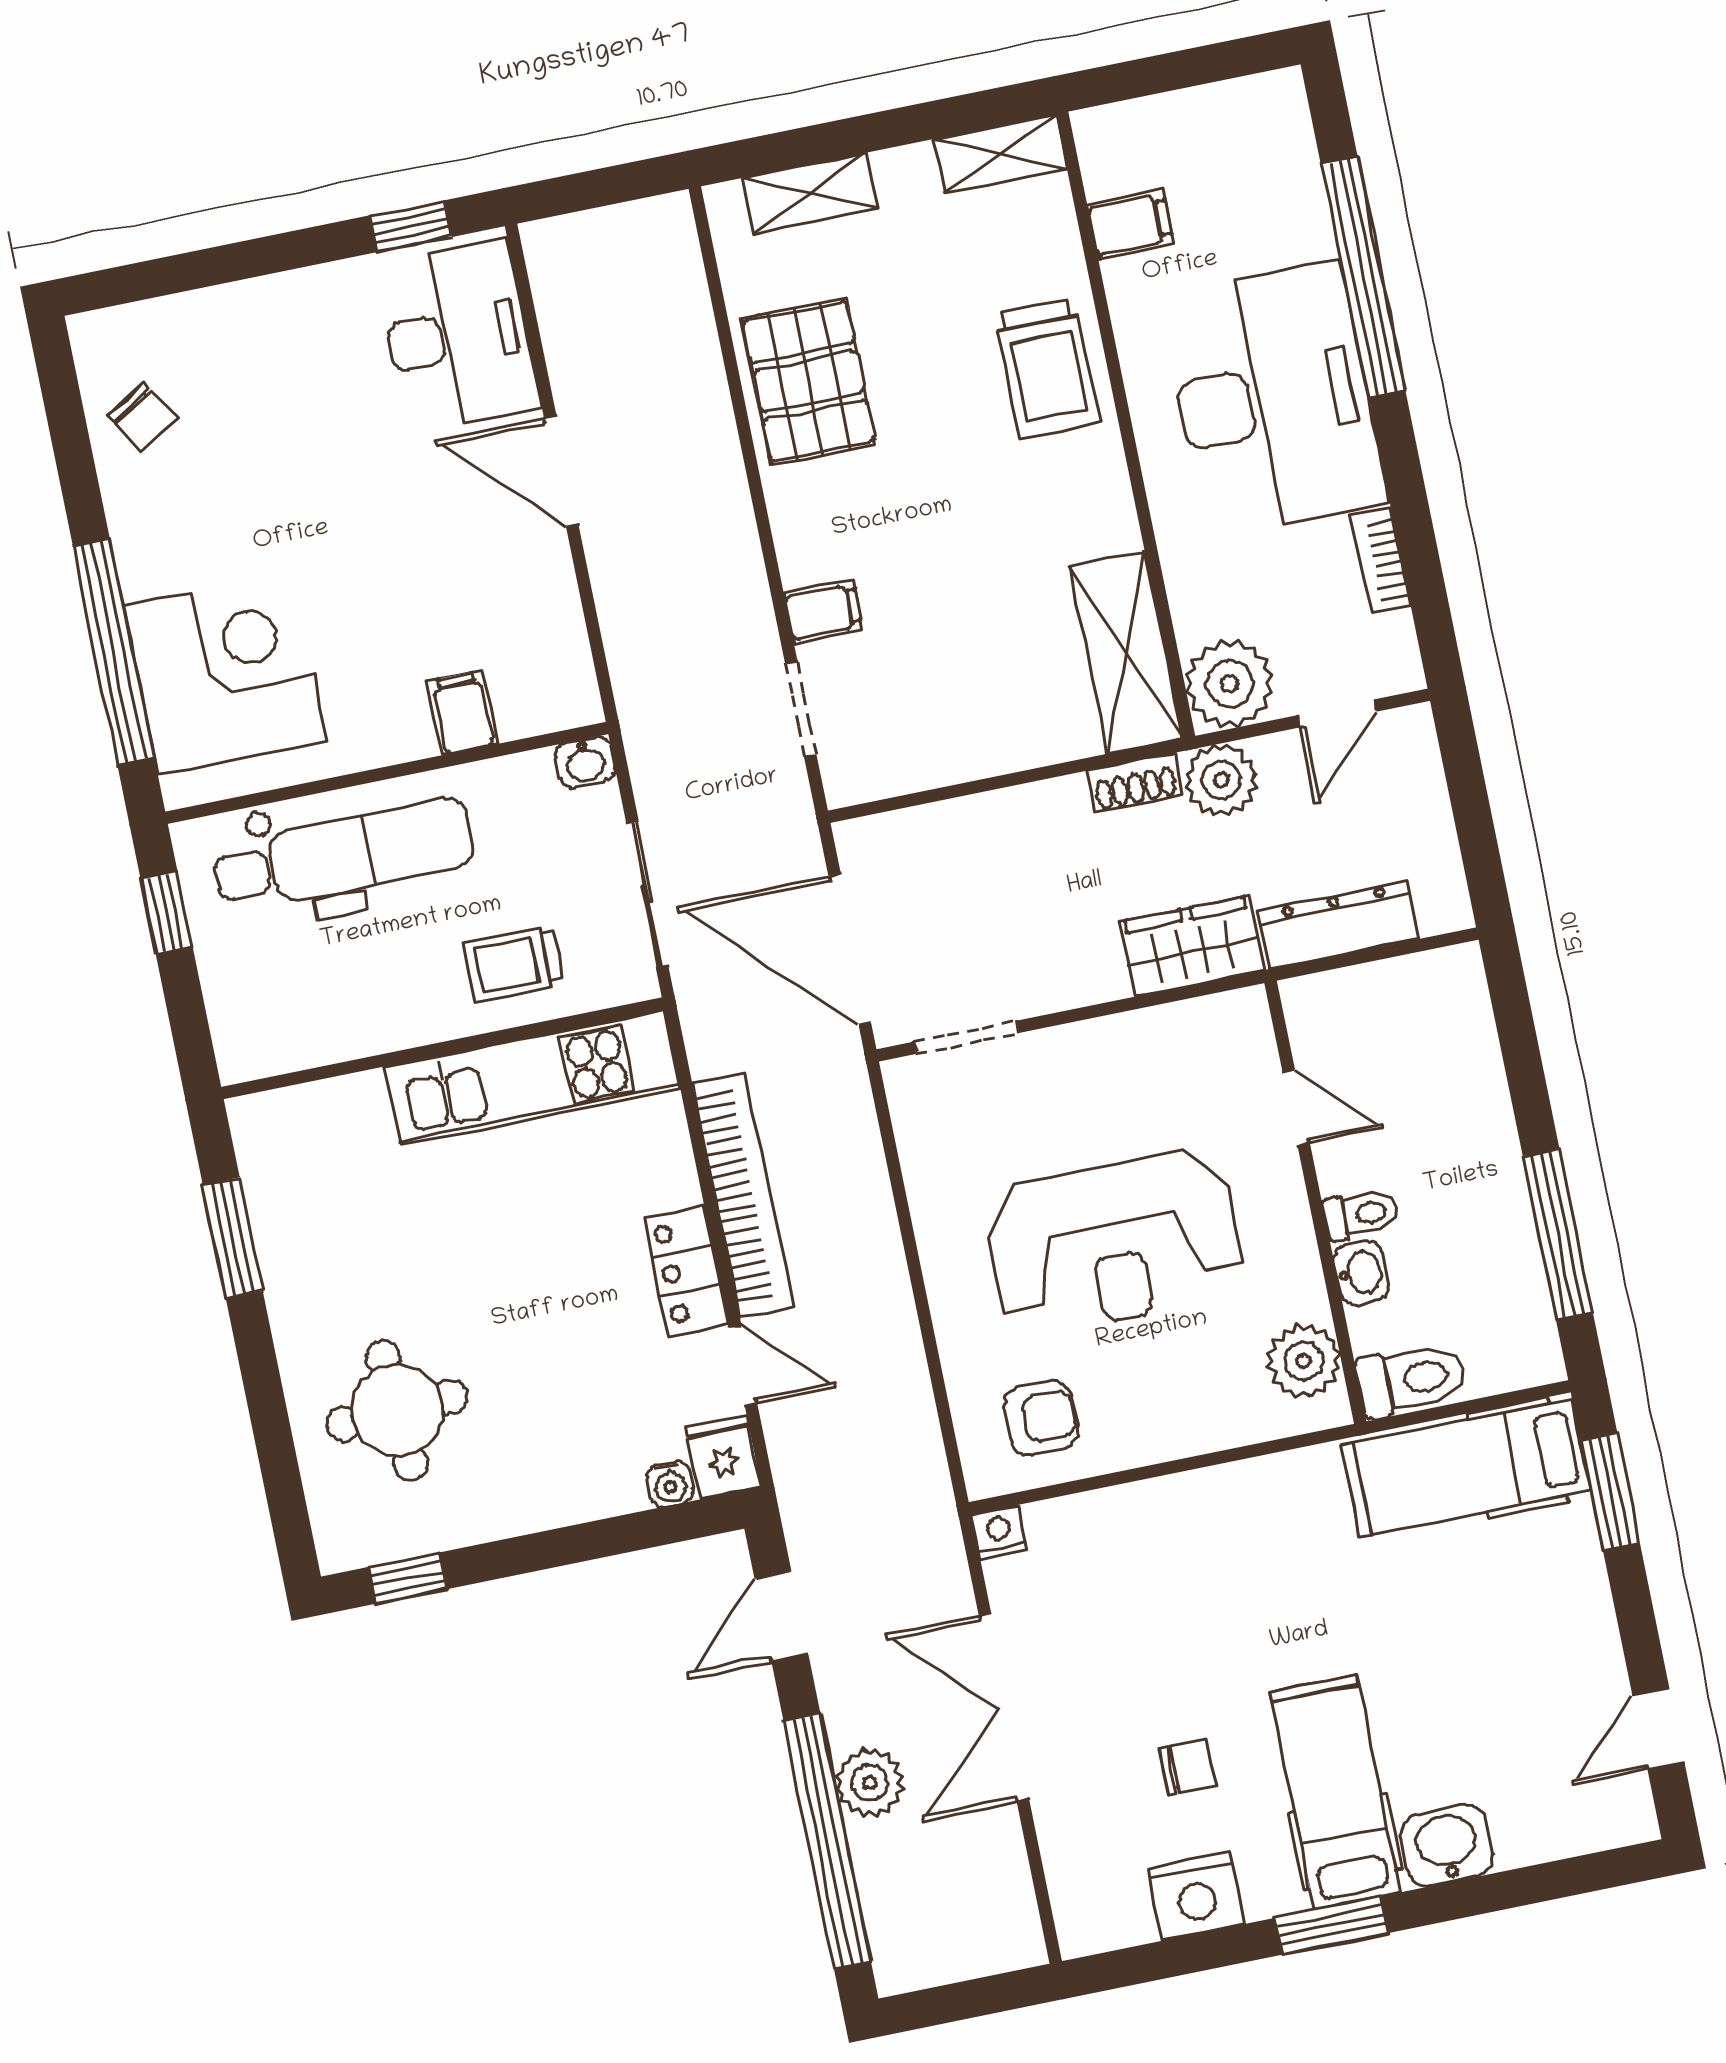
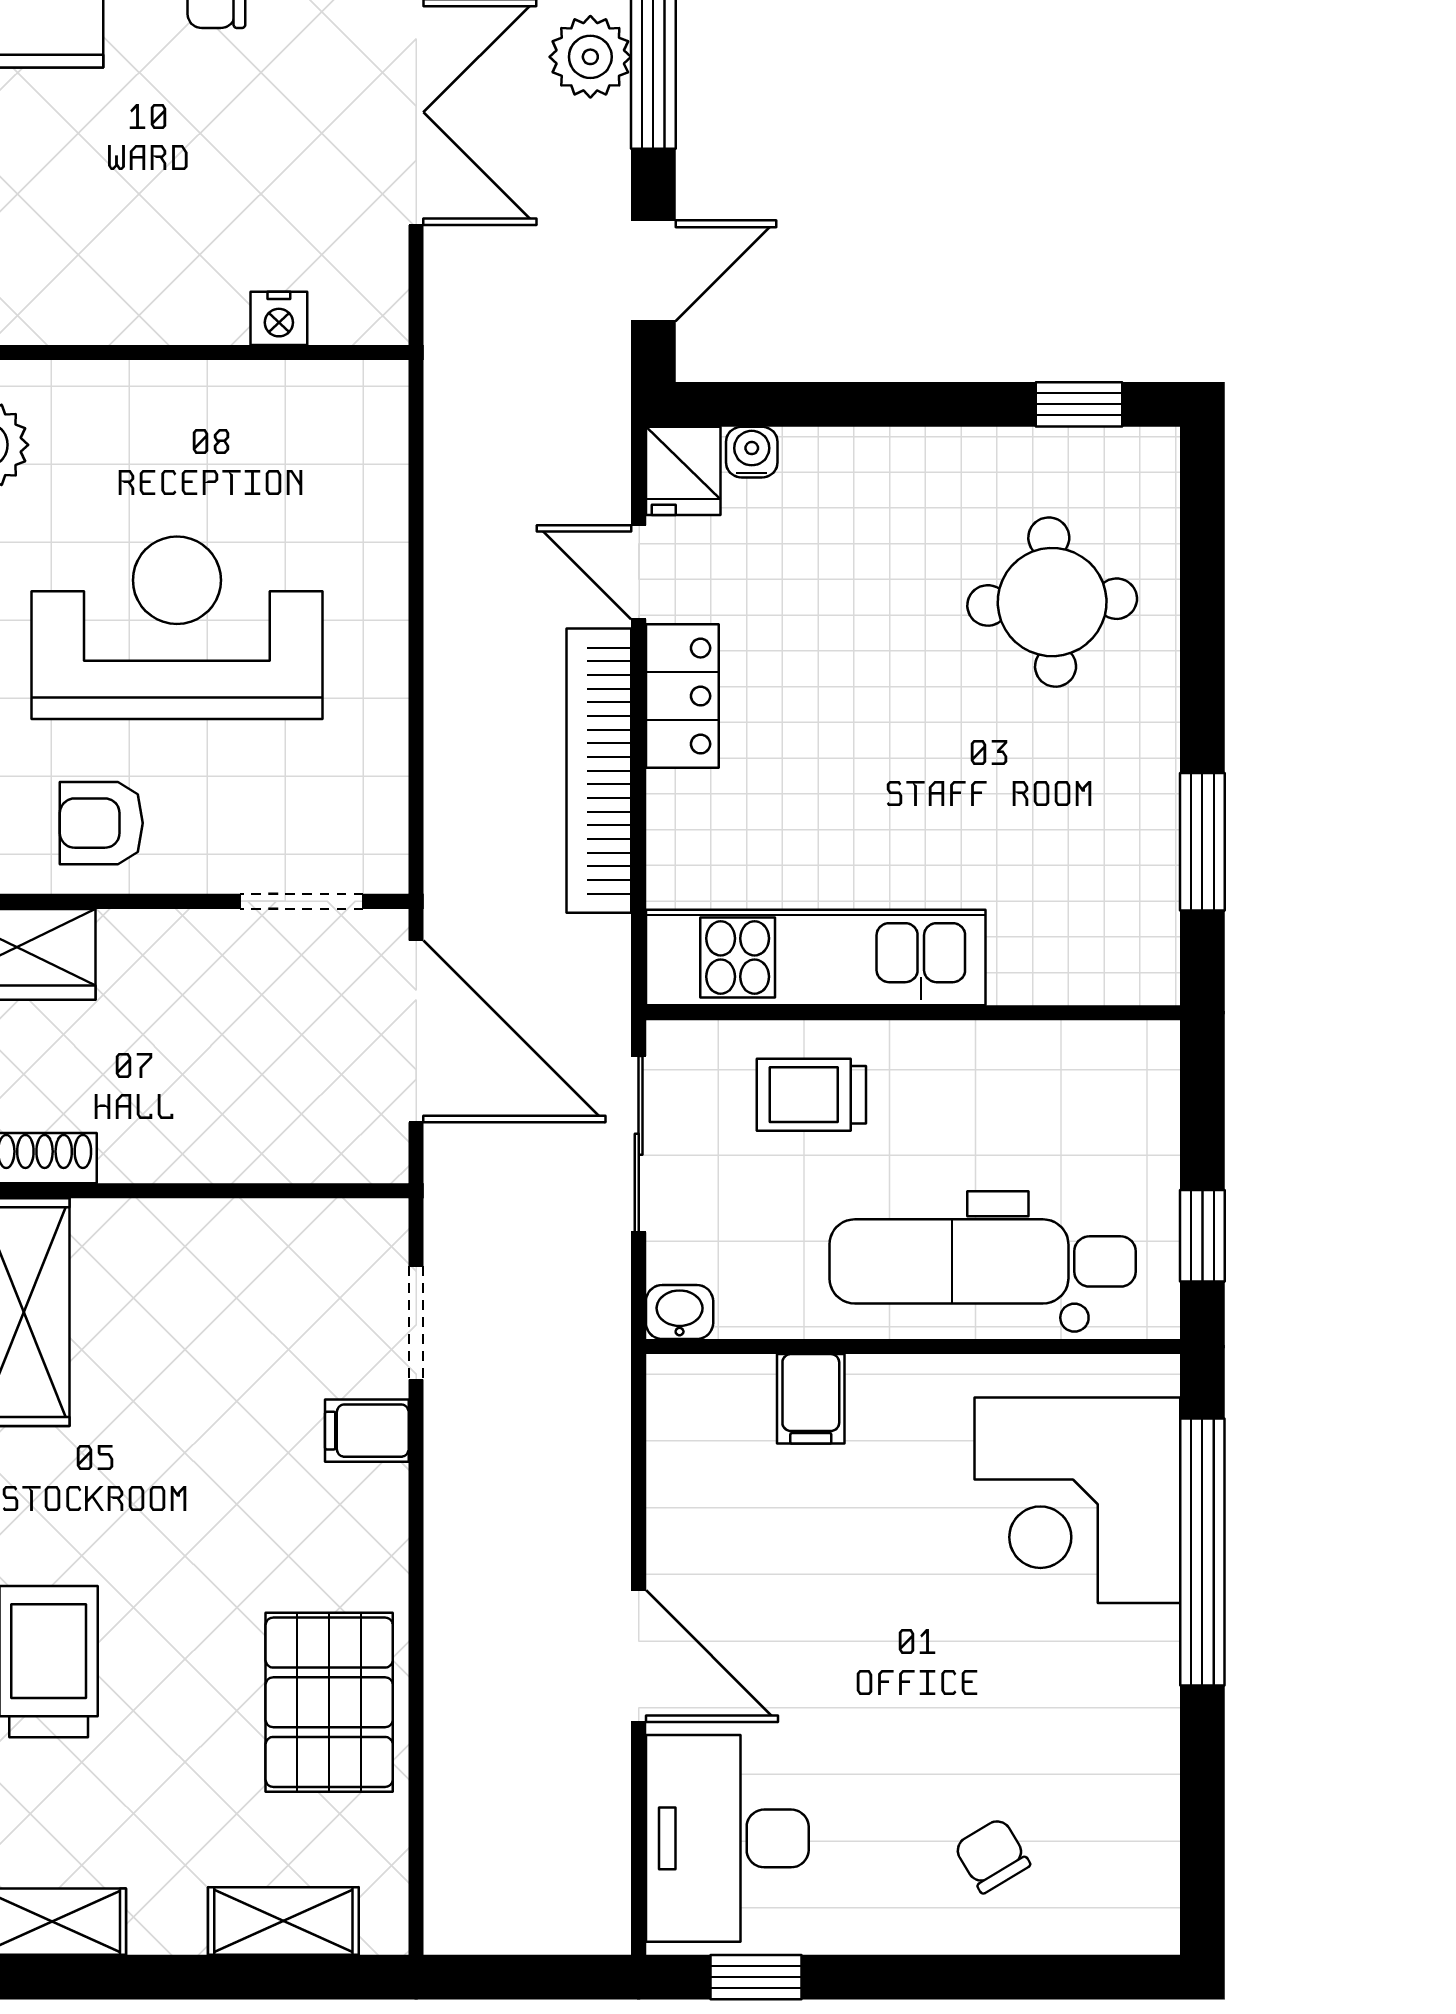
chair: (142, 417) -> (992, 1855), moved
trolley: (513, 964) -> (811, 1095), turned 180
armchair: (1041, 1418) -> (101, 823), moved
nightstand: (999, 1532) -> (279, 318), moved

